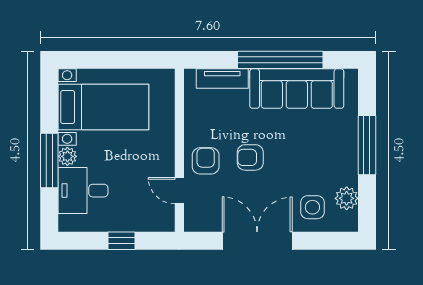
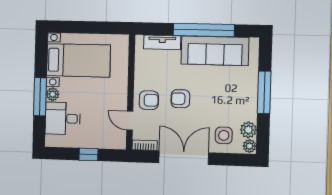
armchair: (206, 161) -> (149, 100), turned 90
plant: (349, 221) -> (250, 146), added
bookcase: (201, 225) -> (145, 145), added

